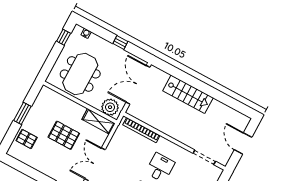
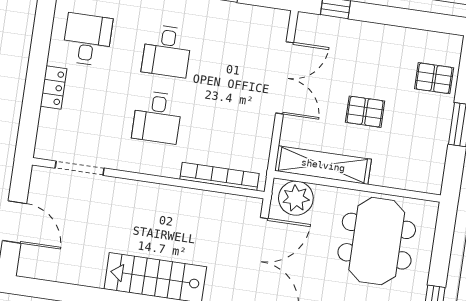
shelving: (99, 121) -> (323, 165), width x1.47
pallet: (64, 135) -> (365, 112), width x0.67, depth x0.71

